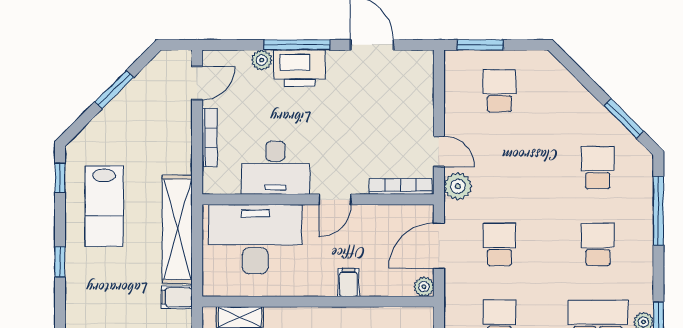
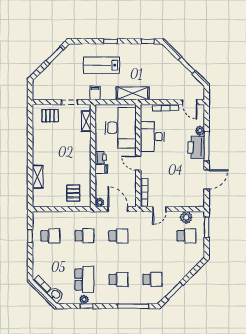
plant: (458, 186) -> (186, 217), moved
lab bench: (104, 206) -> (101, 65), moved
shelving: (177, 229) -> (133, 93), width x0.68
printer: (322, 284) -> (101, 157), added

